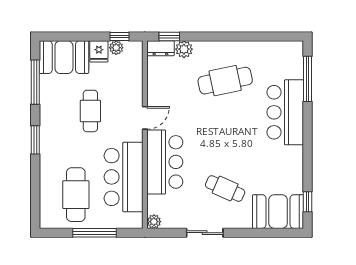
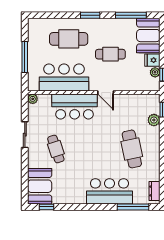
dresser: (160, 48) -> (155, 191), moved
cafe table: (225, 189) -> (56, 149), turned -42
cafe table: (76, 195) -> (69, 39), moved

